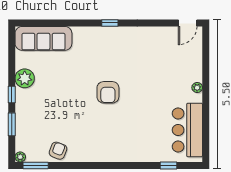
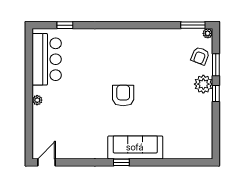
sofa: (43, 38) -> (135, 147), moved
plant: (25, 78) -> (203, 84), moved
armchair: (58, 151) -> (200, 56), moved

